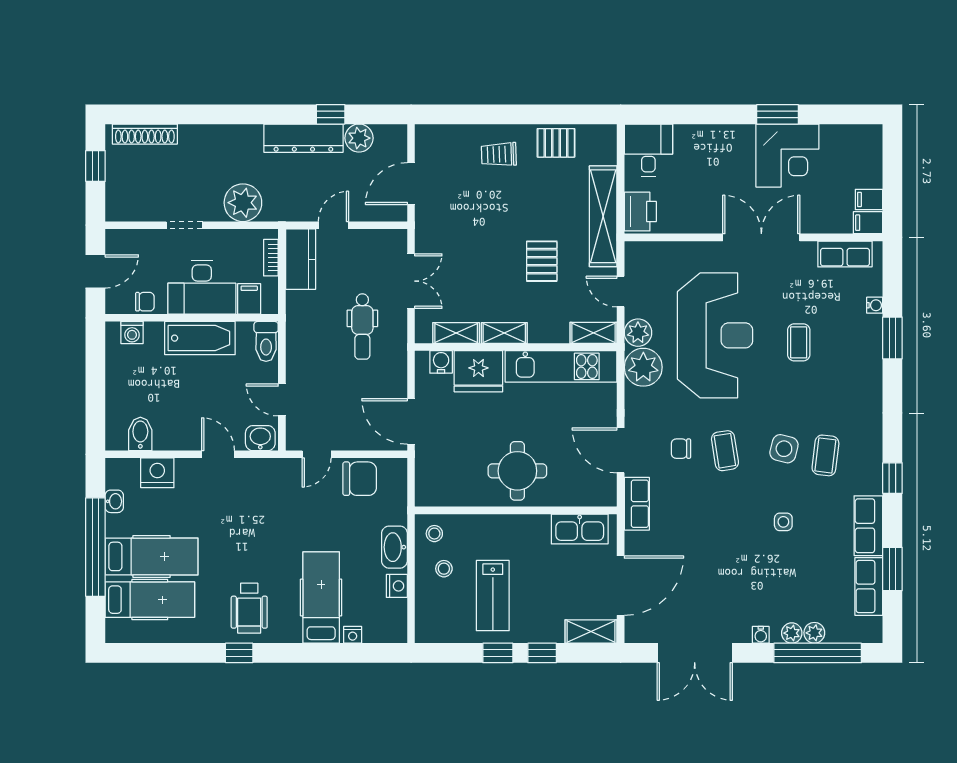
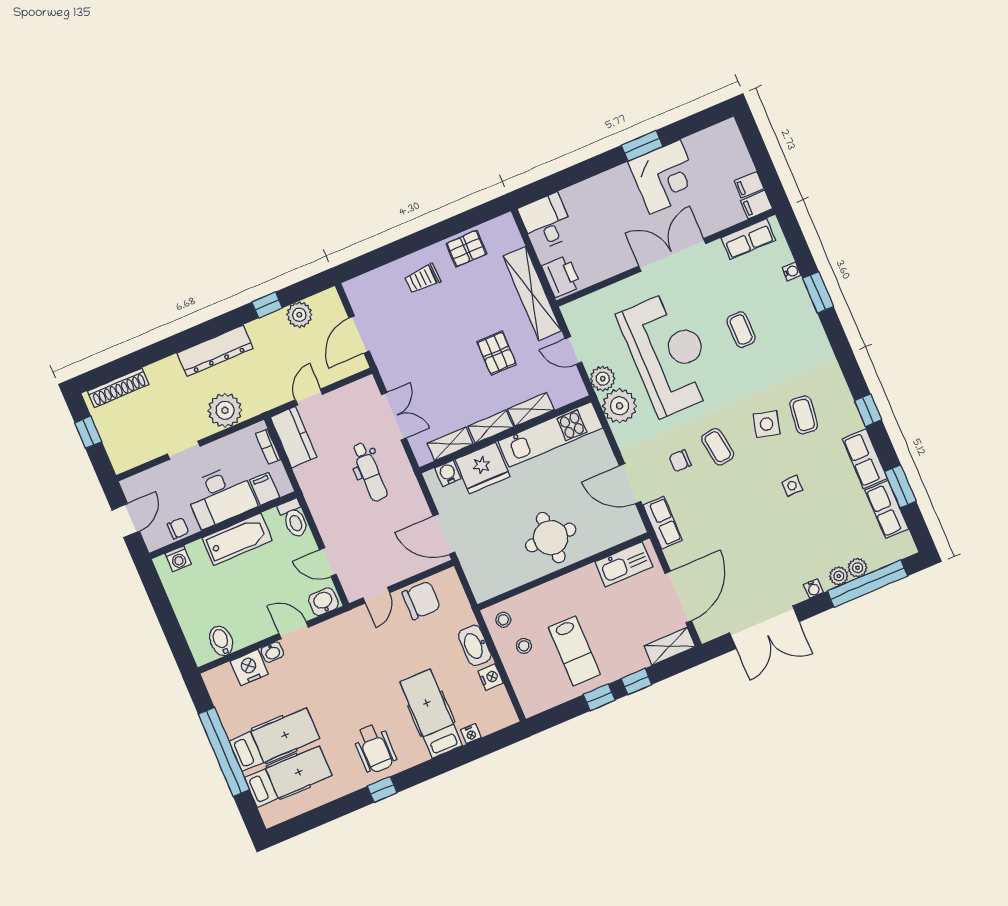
dresser: (303, 138) -> (215, 351), moved
shelving: (594, 333) -> (531, 409), moved
washbasin: (114, 501) -> (272, 652), moved, turned 90

